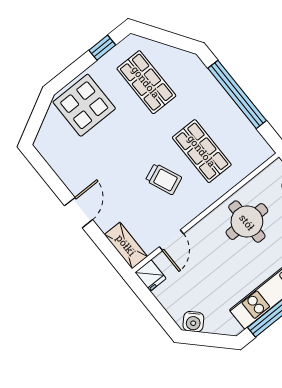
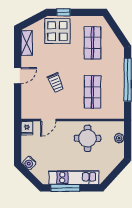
window: (102, 48) -> (63, 12), moved
trolley: (164, 179) -> (56, 83), moved
shelving: (126, 245) -> (27, 43), moved

